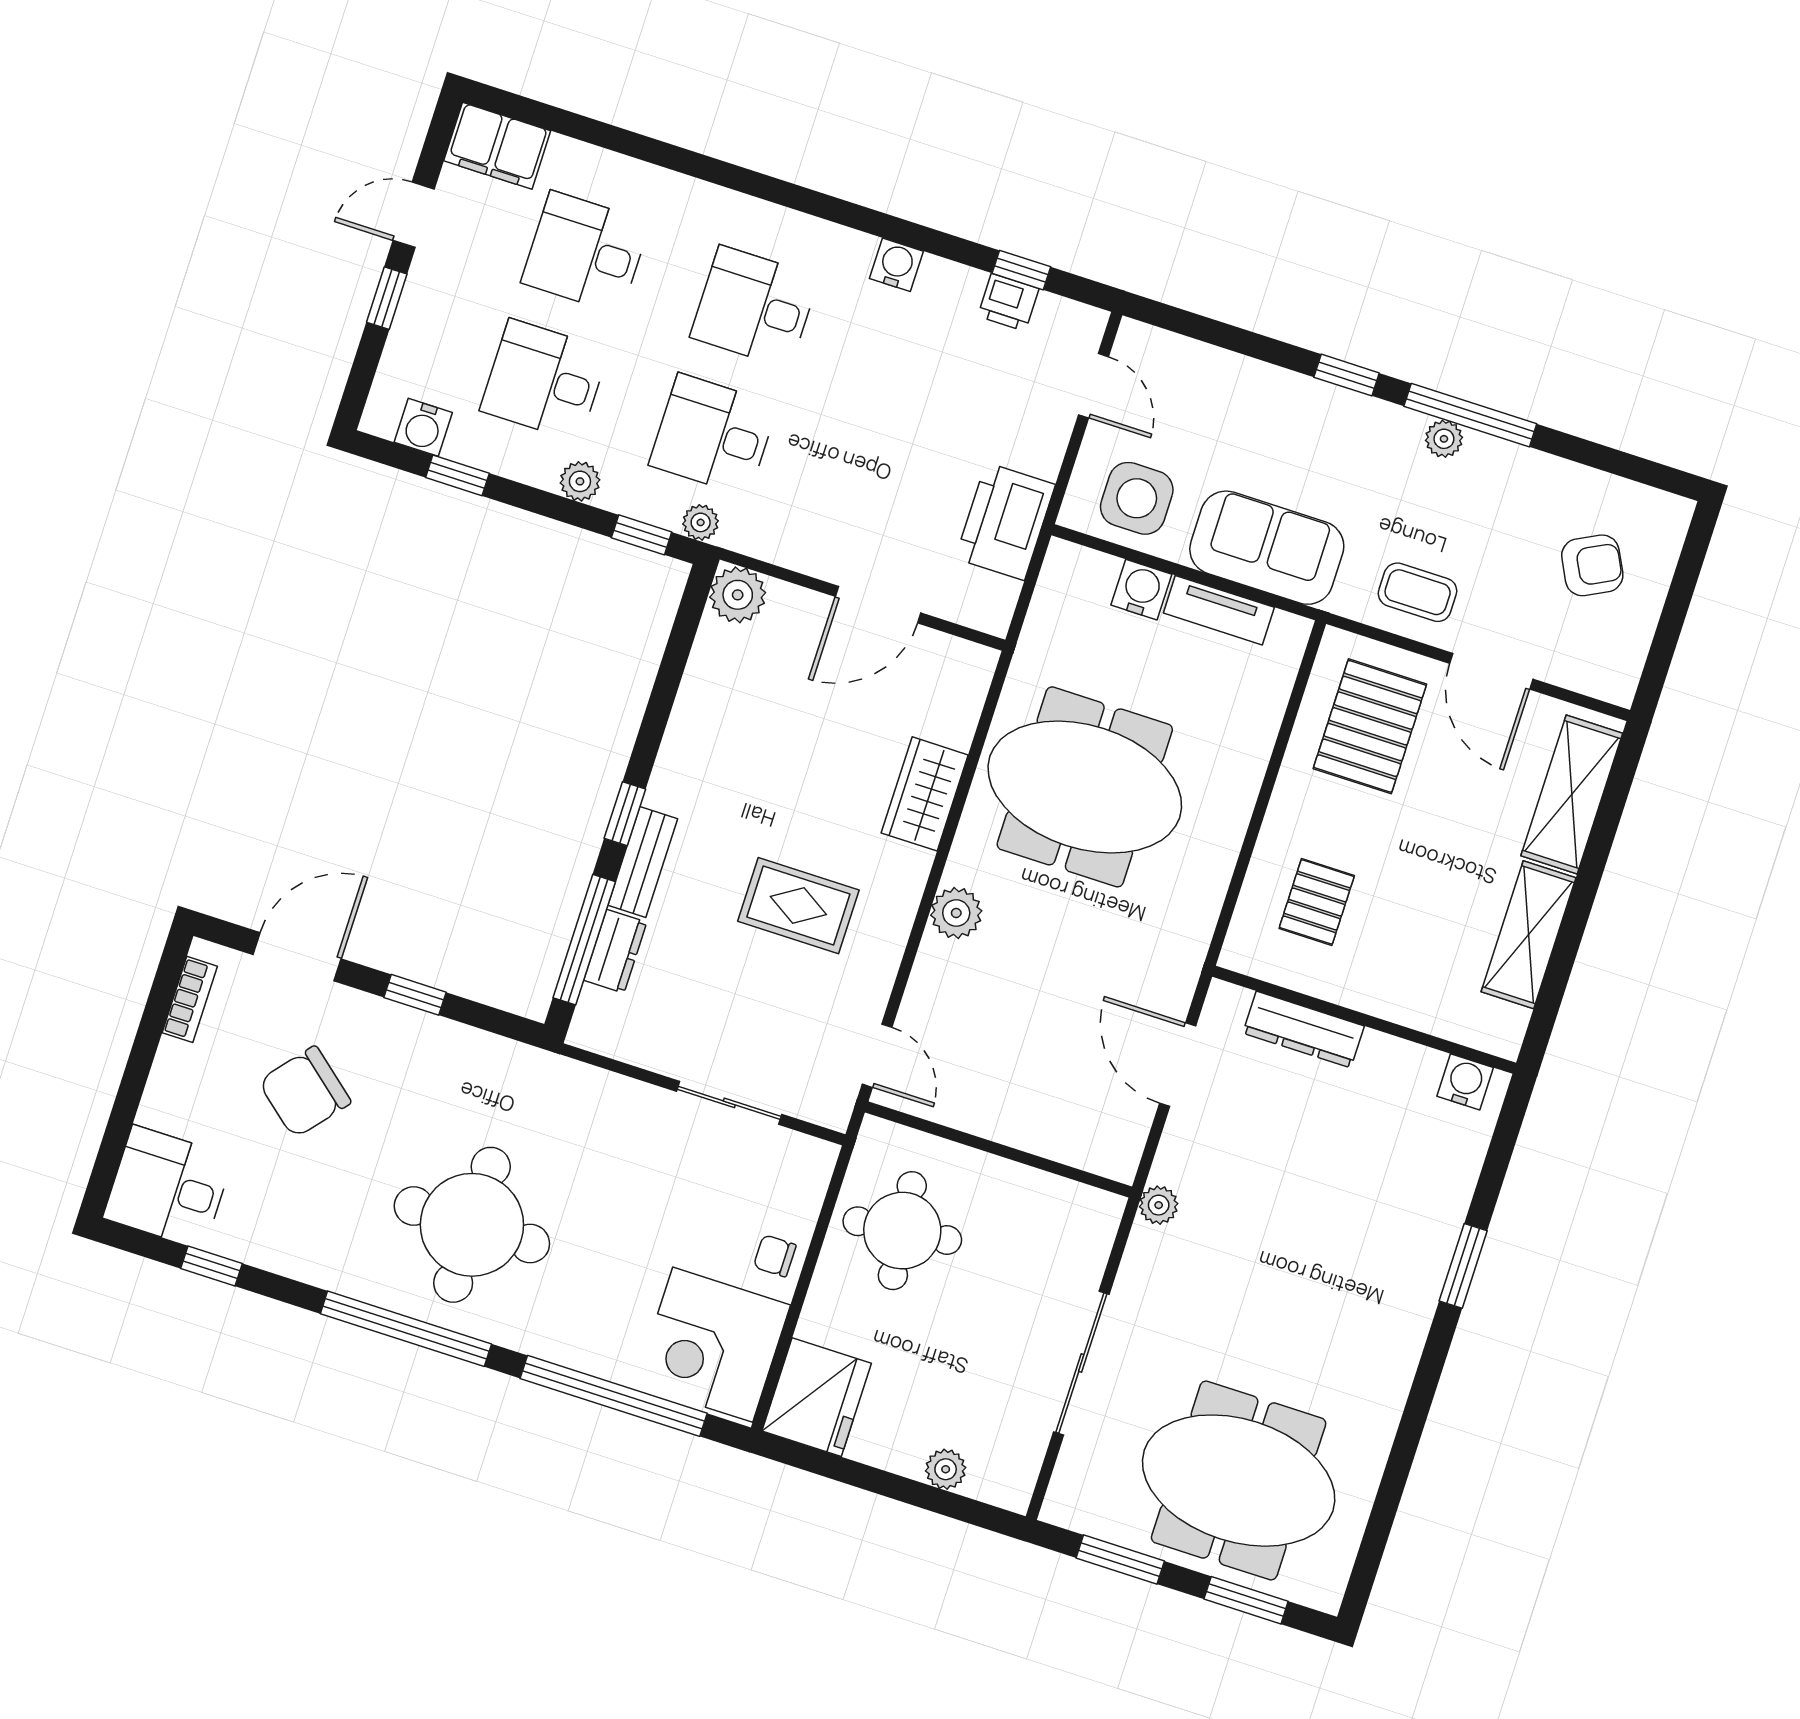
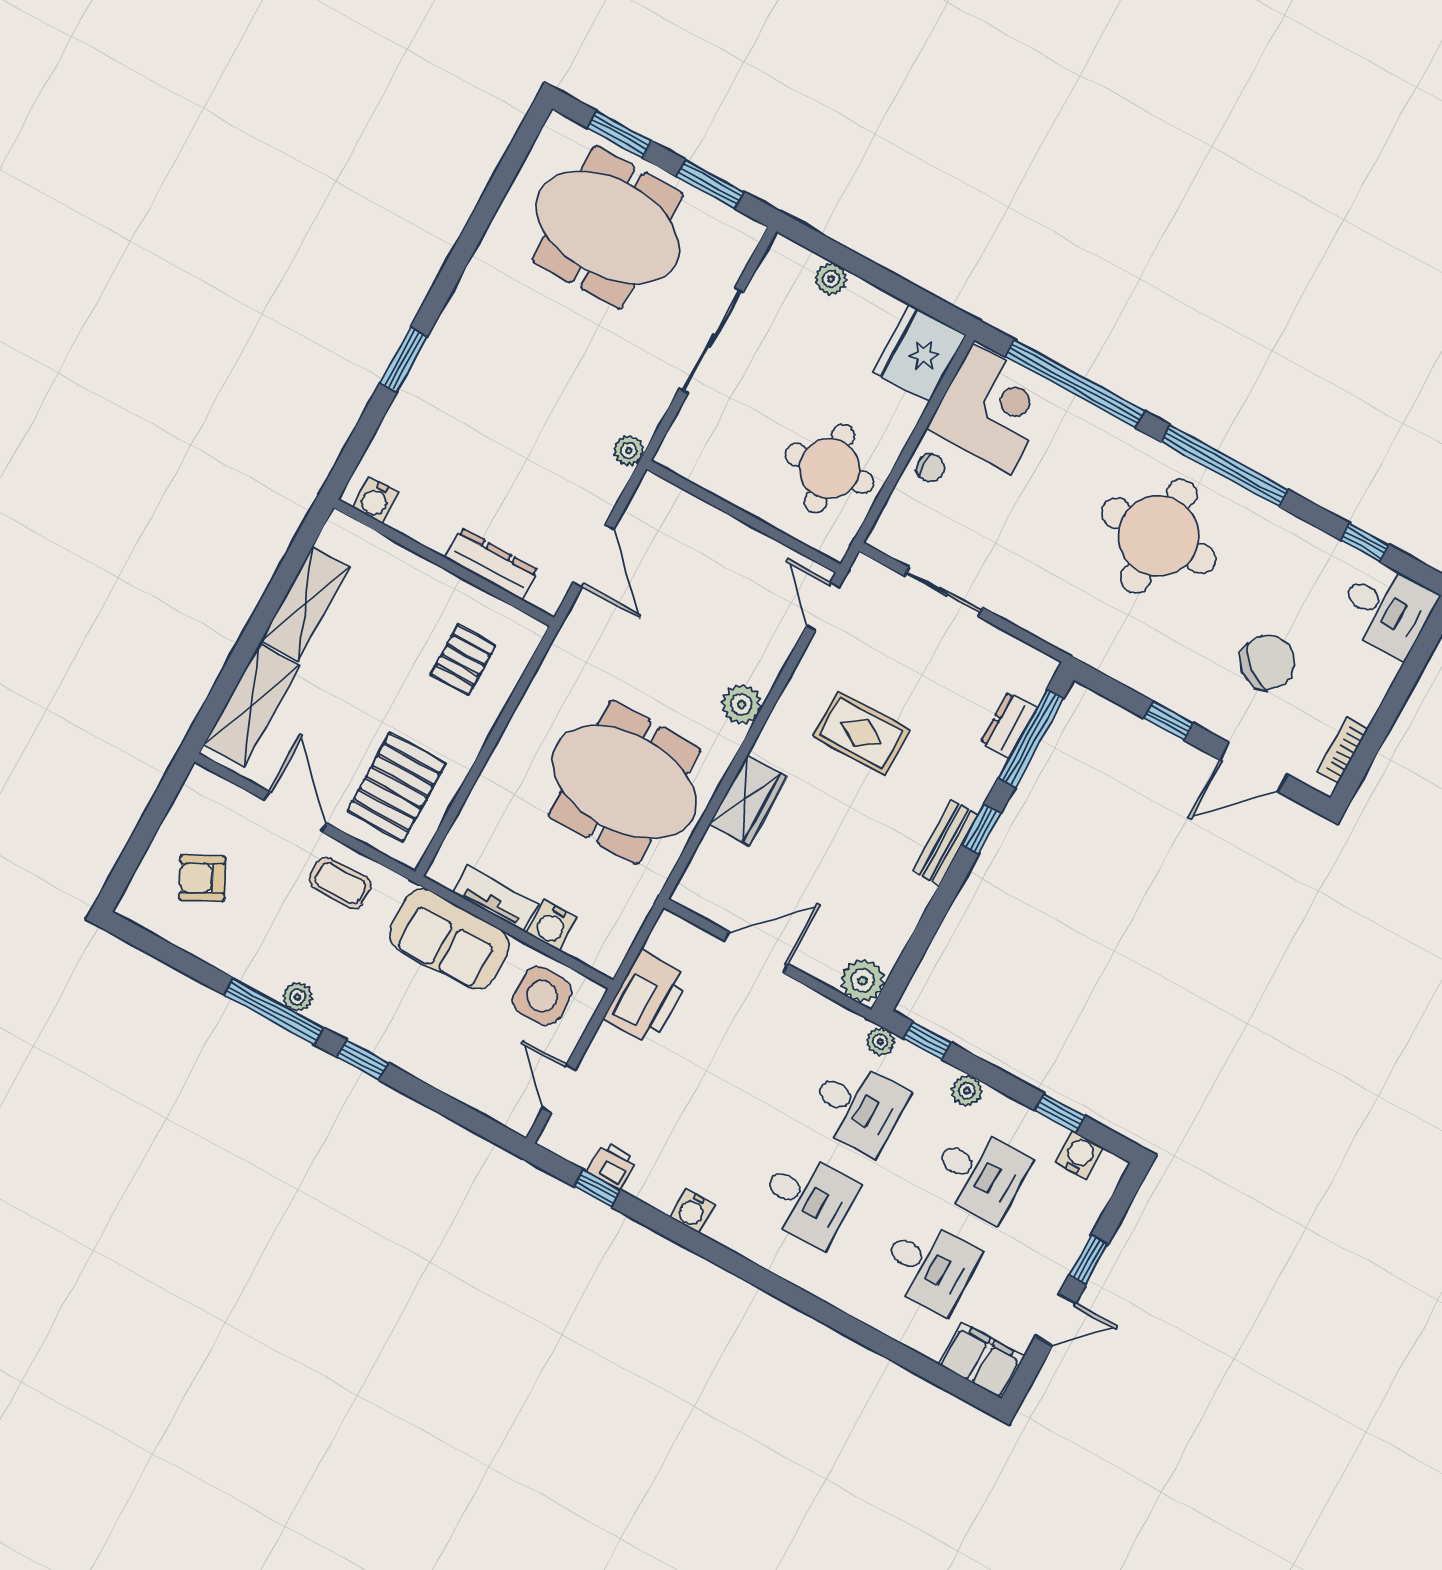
bench: (643, 862) -> (945, 843), moved

